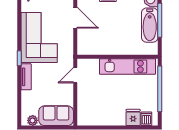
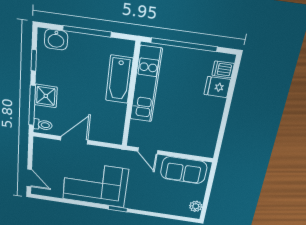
bathtub: (150, 25) -> (119, 79), moved, turned 90
tv unit: (26, 77) -> (141, 205), removed
sofa: (56, 116) -> (184, 170), moved, turned -90

